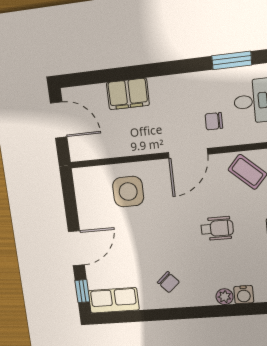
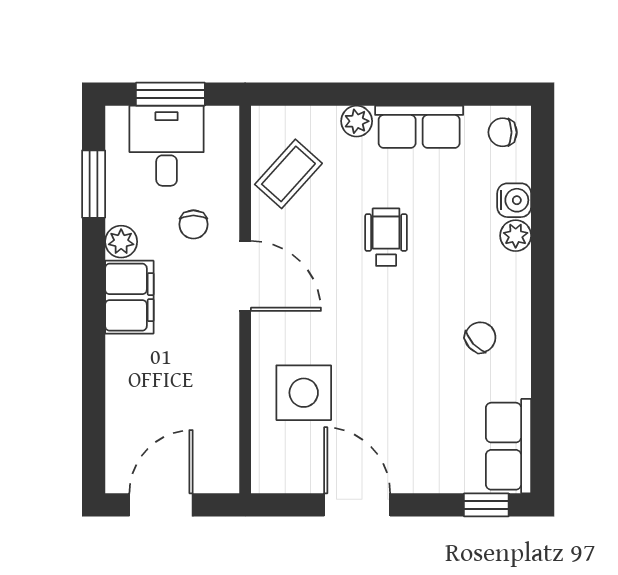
plant: (200, 81) -> (121, 242), added
filing cabinet: (128, 94) -> (129, 297), moved
door: (76, 248) -> (357, 505), moved

